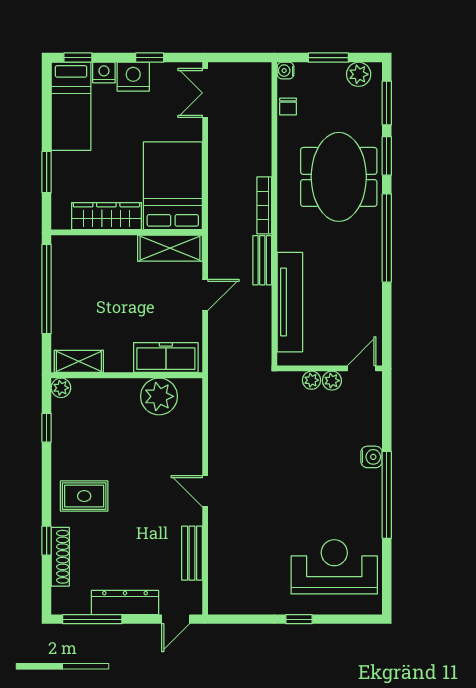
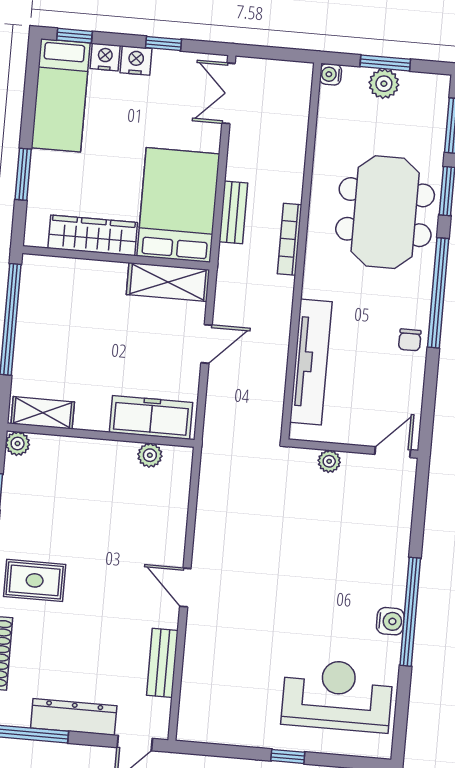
plant: (359, 74) -> (384, 84), moved
nightstand: (133, 77) -> (136, 61), width x0.74, depth x0.75
chair: (288, 107) -> (410, 340), moved
bench: (262, 260) -> (233, 212), moved
plant: (332, 381) -> (354, 464), removed
plant: (159, 396) -> (150, 455), width x0.53, depth x0.53
water cooler: (372, 457) -> (390, 621), moved

